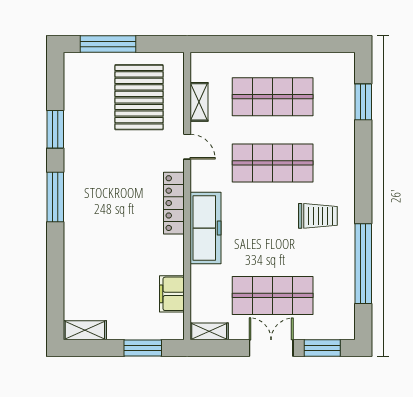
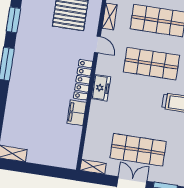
freezer: (206, 228) -> (101, 88), width x0.52, depth x0.79
filing cabinet: (172, 294) -> (77, 113), moved
window: (143, 348) -> (48, 171), removed

